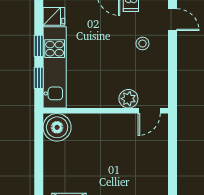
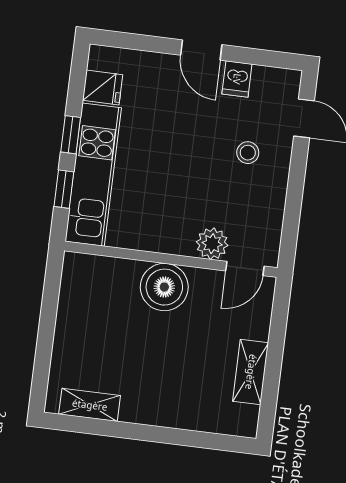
boiler: (57, 127) -> (164, 287), moved
shelving: (160, 170) -> (251, 372), added

